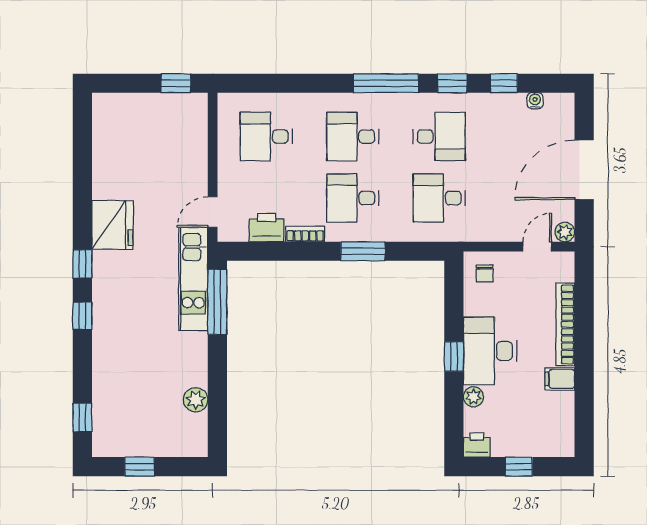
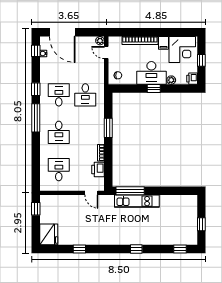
window: (504, 83) -> (36, 51), moved
desk: (266, 137) -> (59, 170), turned 180
door: (584, 170) -> (62, 32), moved
desk: (353, 198) -> (85, 132), removed
fridge: (112, 225) -> (49, 234), moved, turned 90
window: (82, 264) -> (79, 249), moved
kitchen unit: (193, 279) -> (137, 201), moved
plant: (196, 400) -> (172, 200), removed
corner desk: (544, 422) -> (182, 50), added

